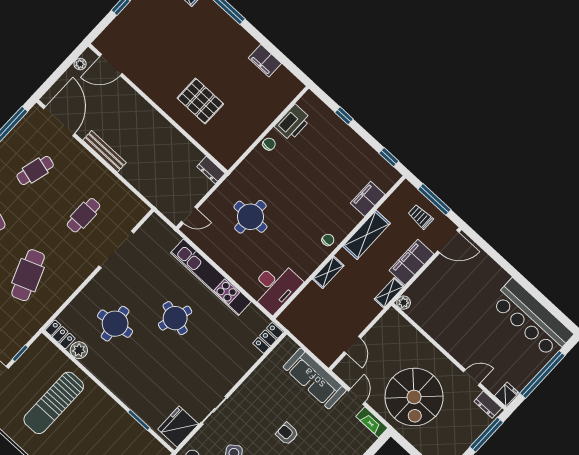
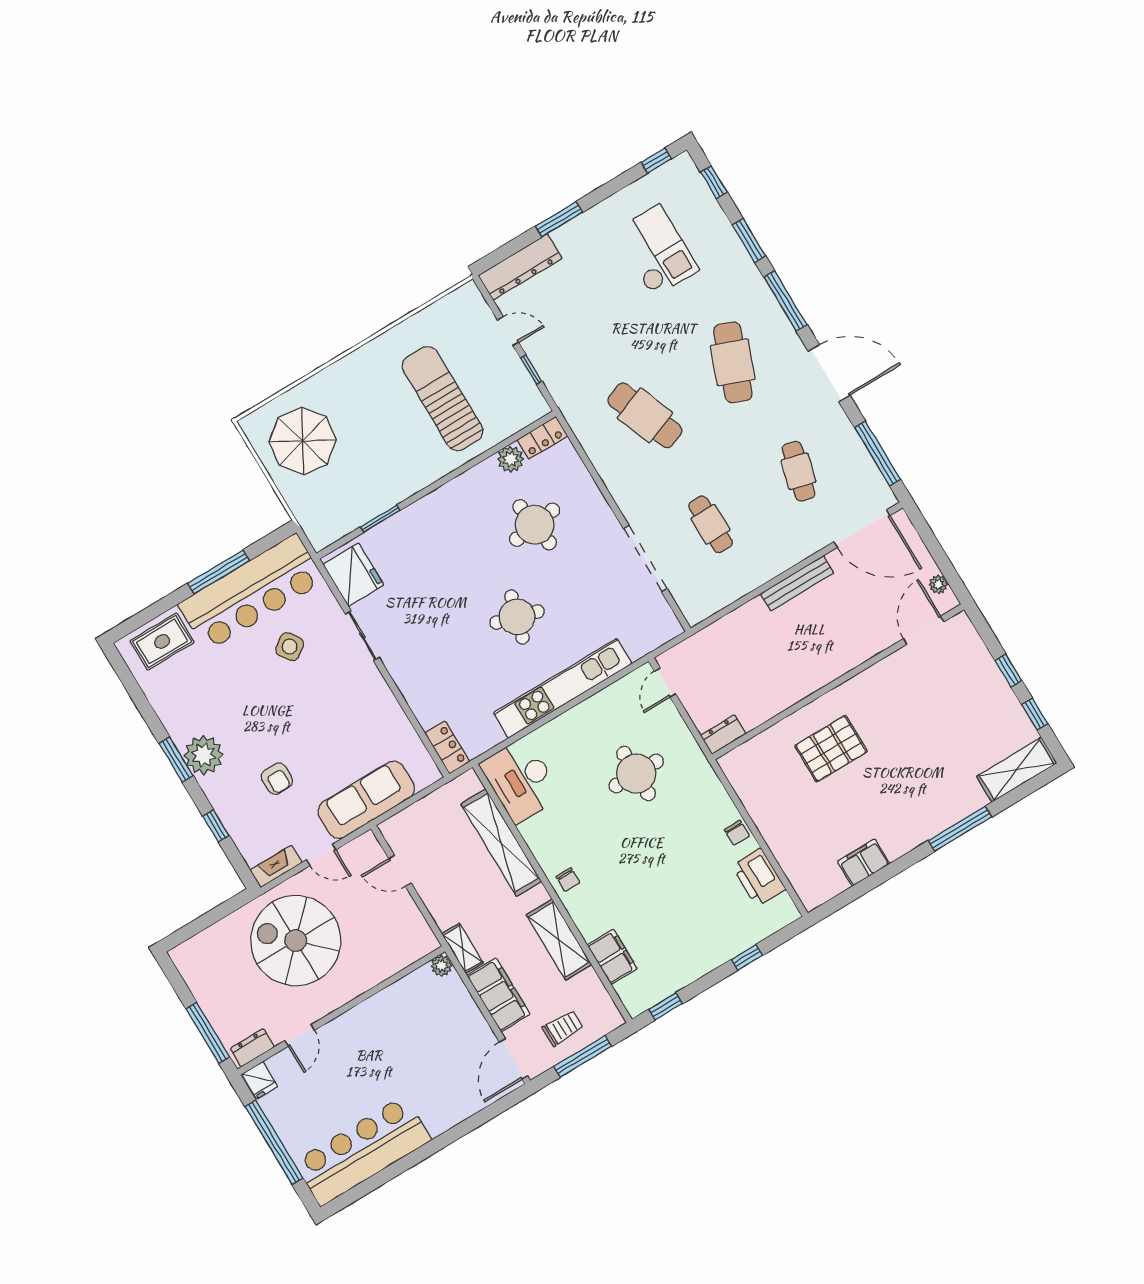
shelving: (328, 272) -> (501, 843), width x2.20, depth x1.33
armchair: (287, 434) -> (277, 779), moved, turned 90

